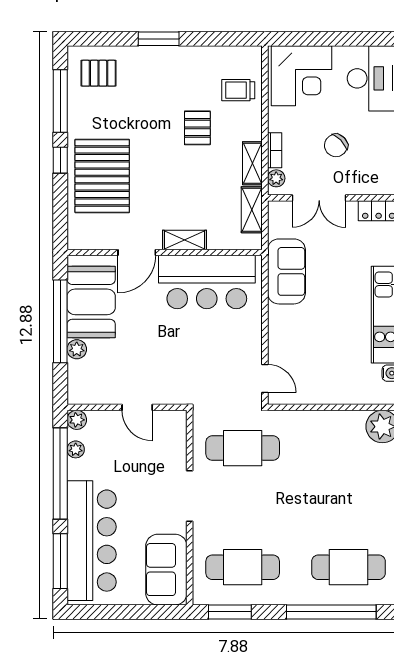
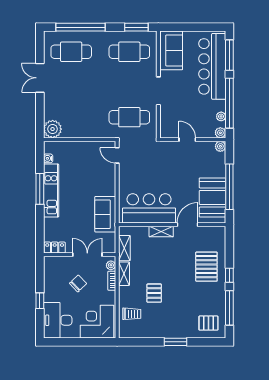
pallet: (102, 176) -> (206, 267), width x0.73, depth x0.71
plant: (77, 349) -> (220, 146), moved

